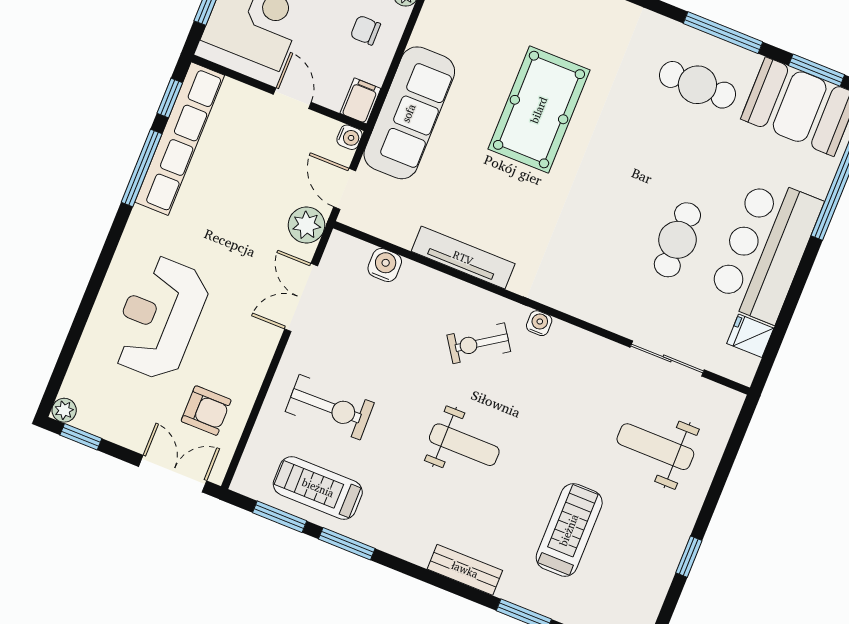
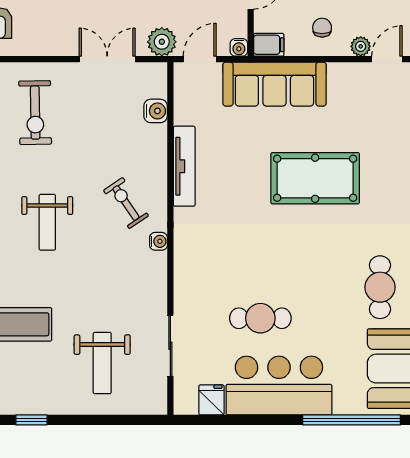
weight bench: (655, 447) -> (102, 363), turned 180

